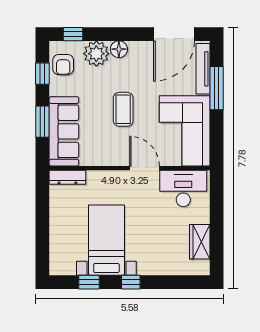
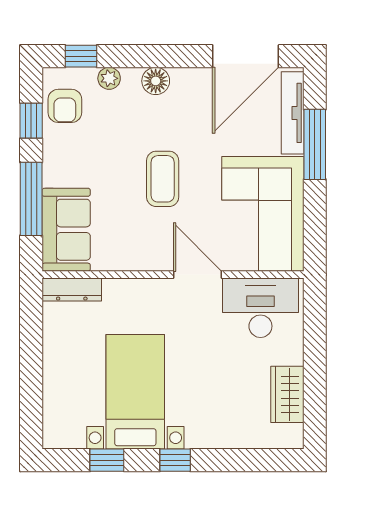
plant: (96, 54) -> (109, 78), width x0.53, depth x0.53
window: (42, 122) -> (31, 199), width x1.44
sofa: (64, 131) -> (66, 230), width x0.73

